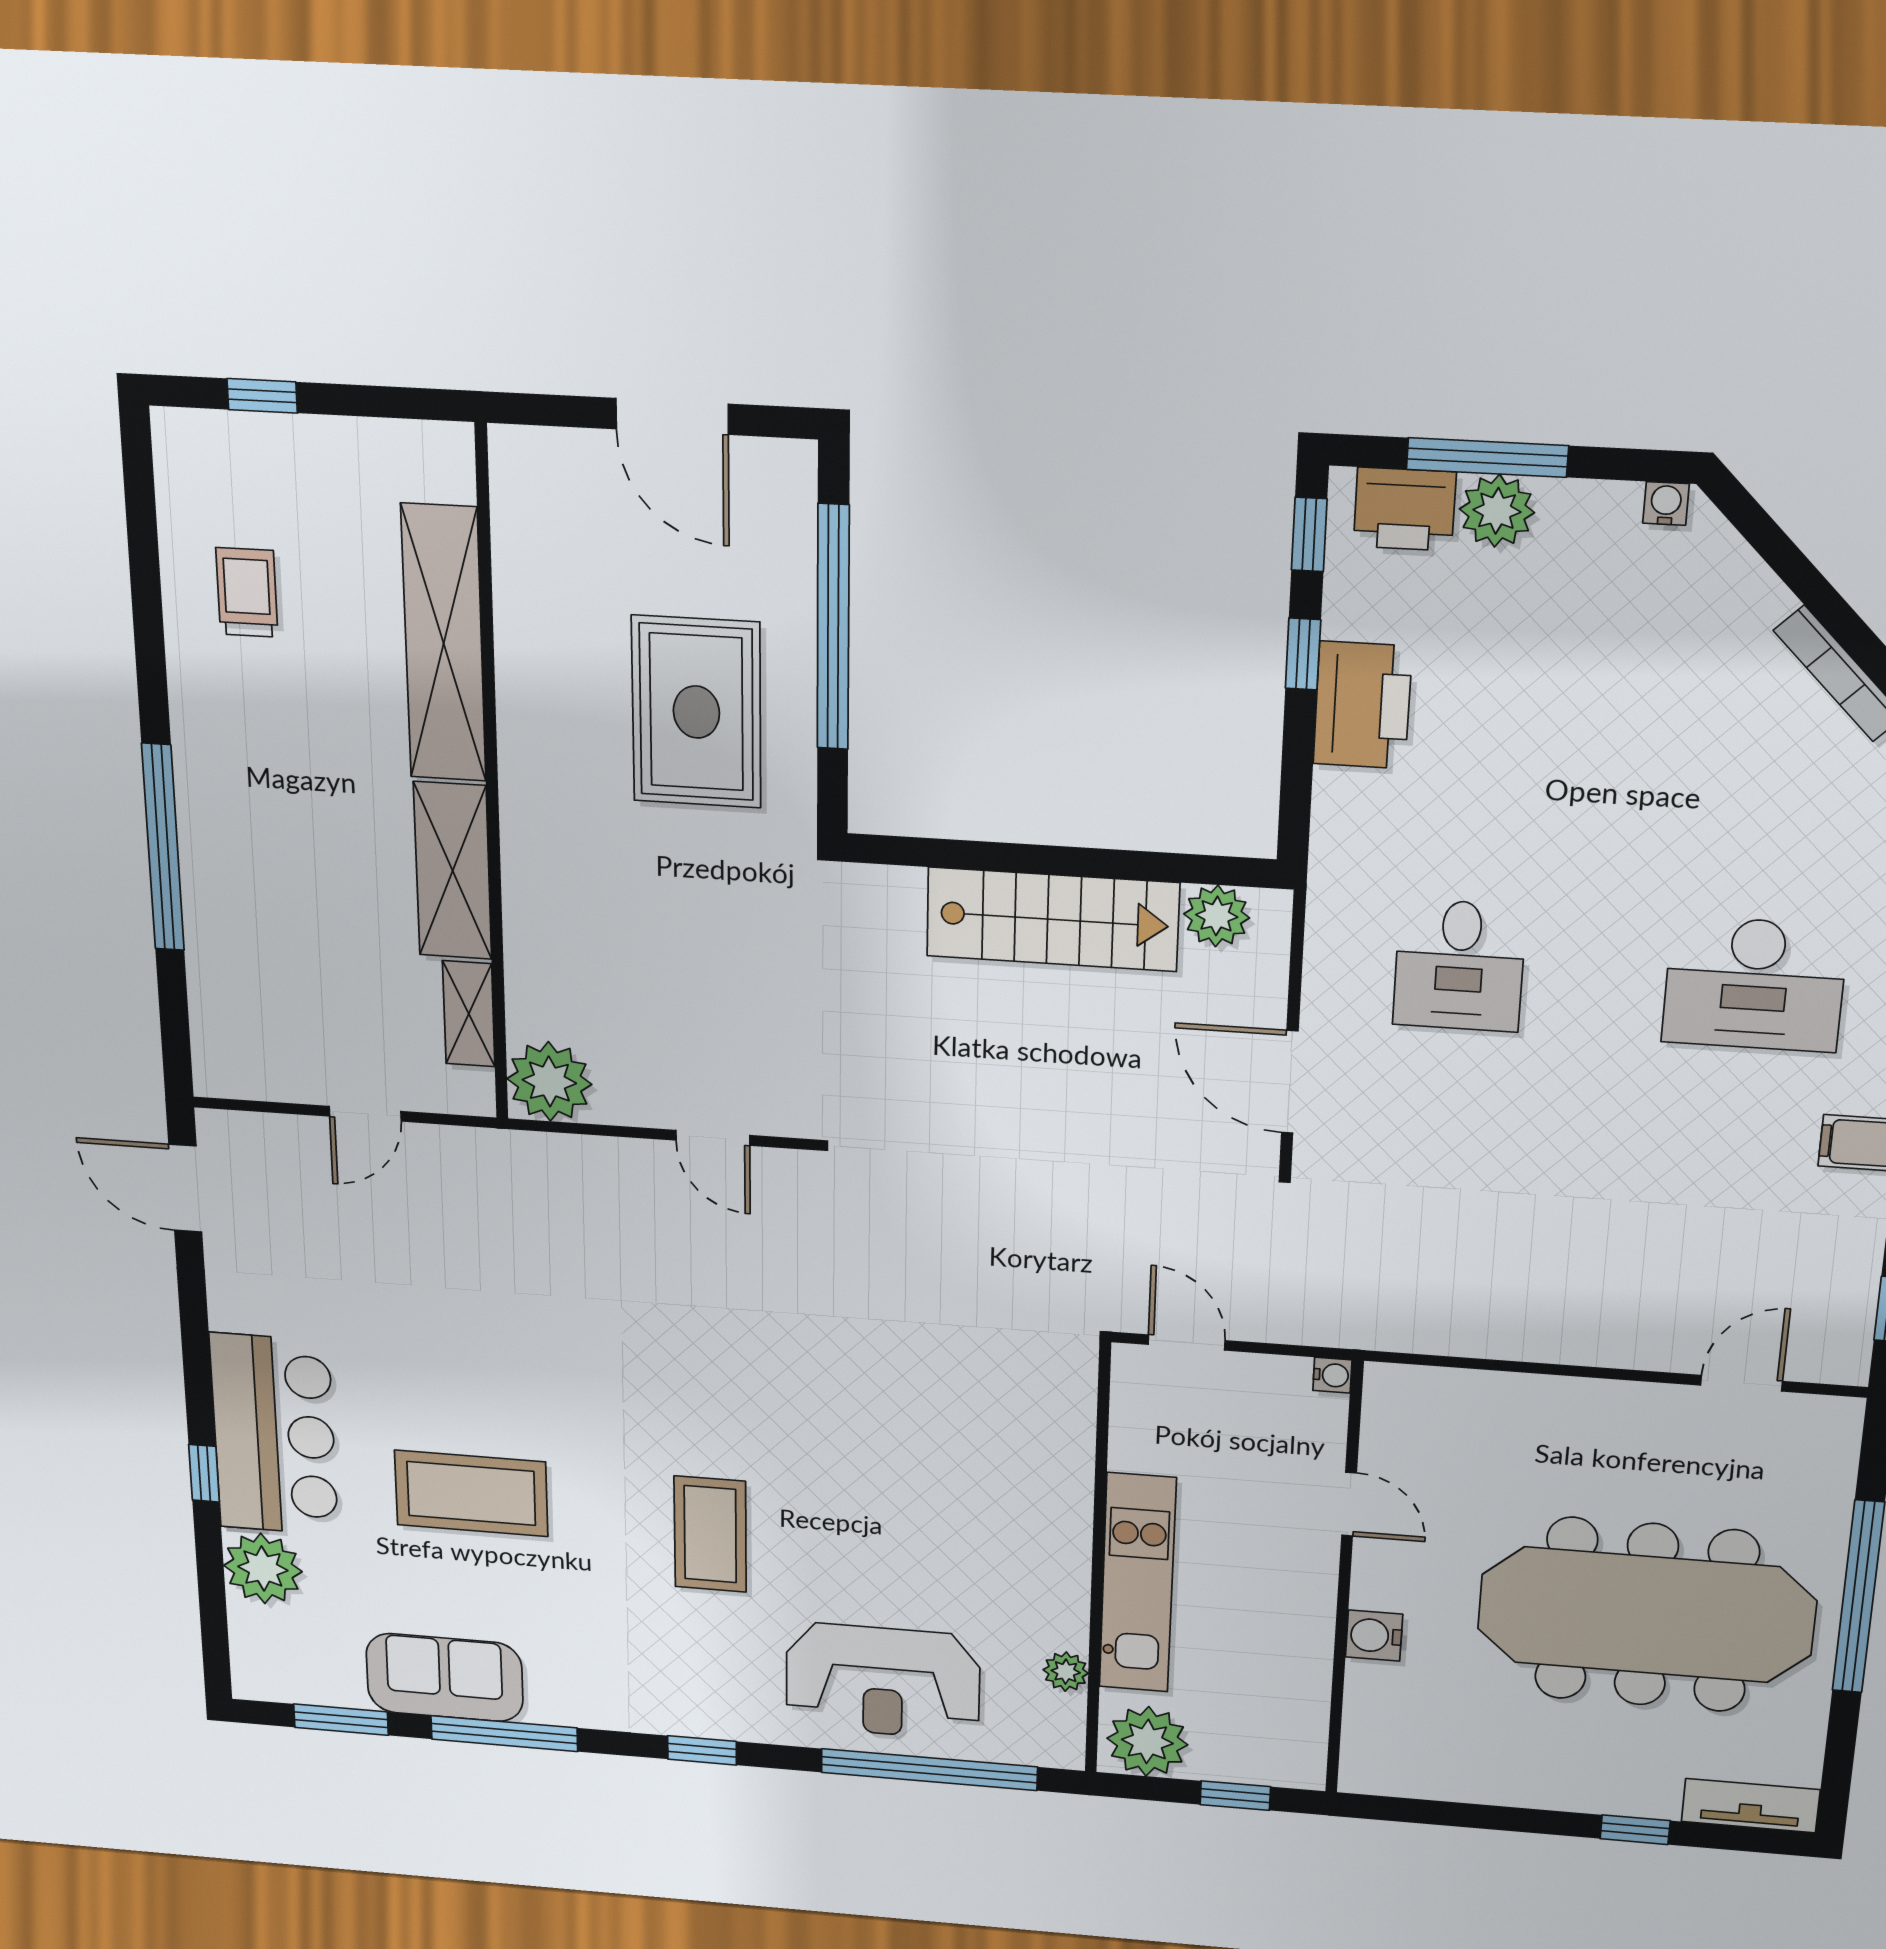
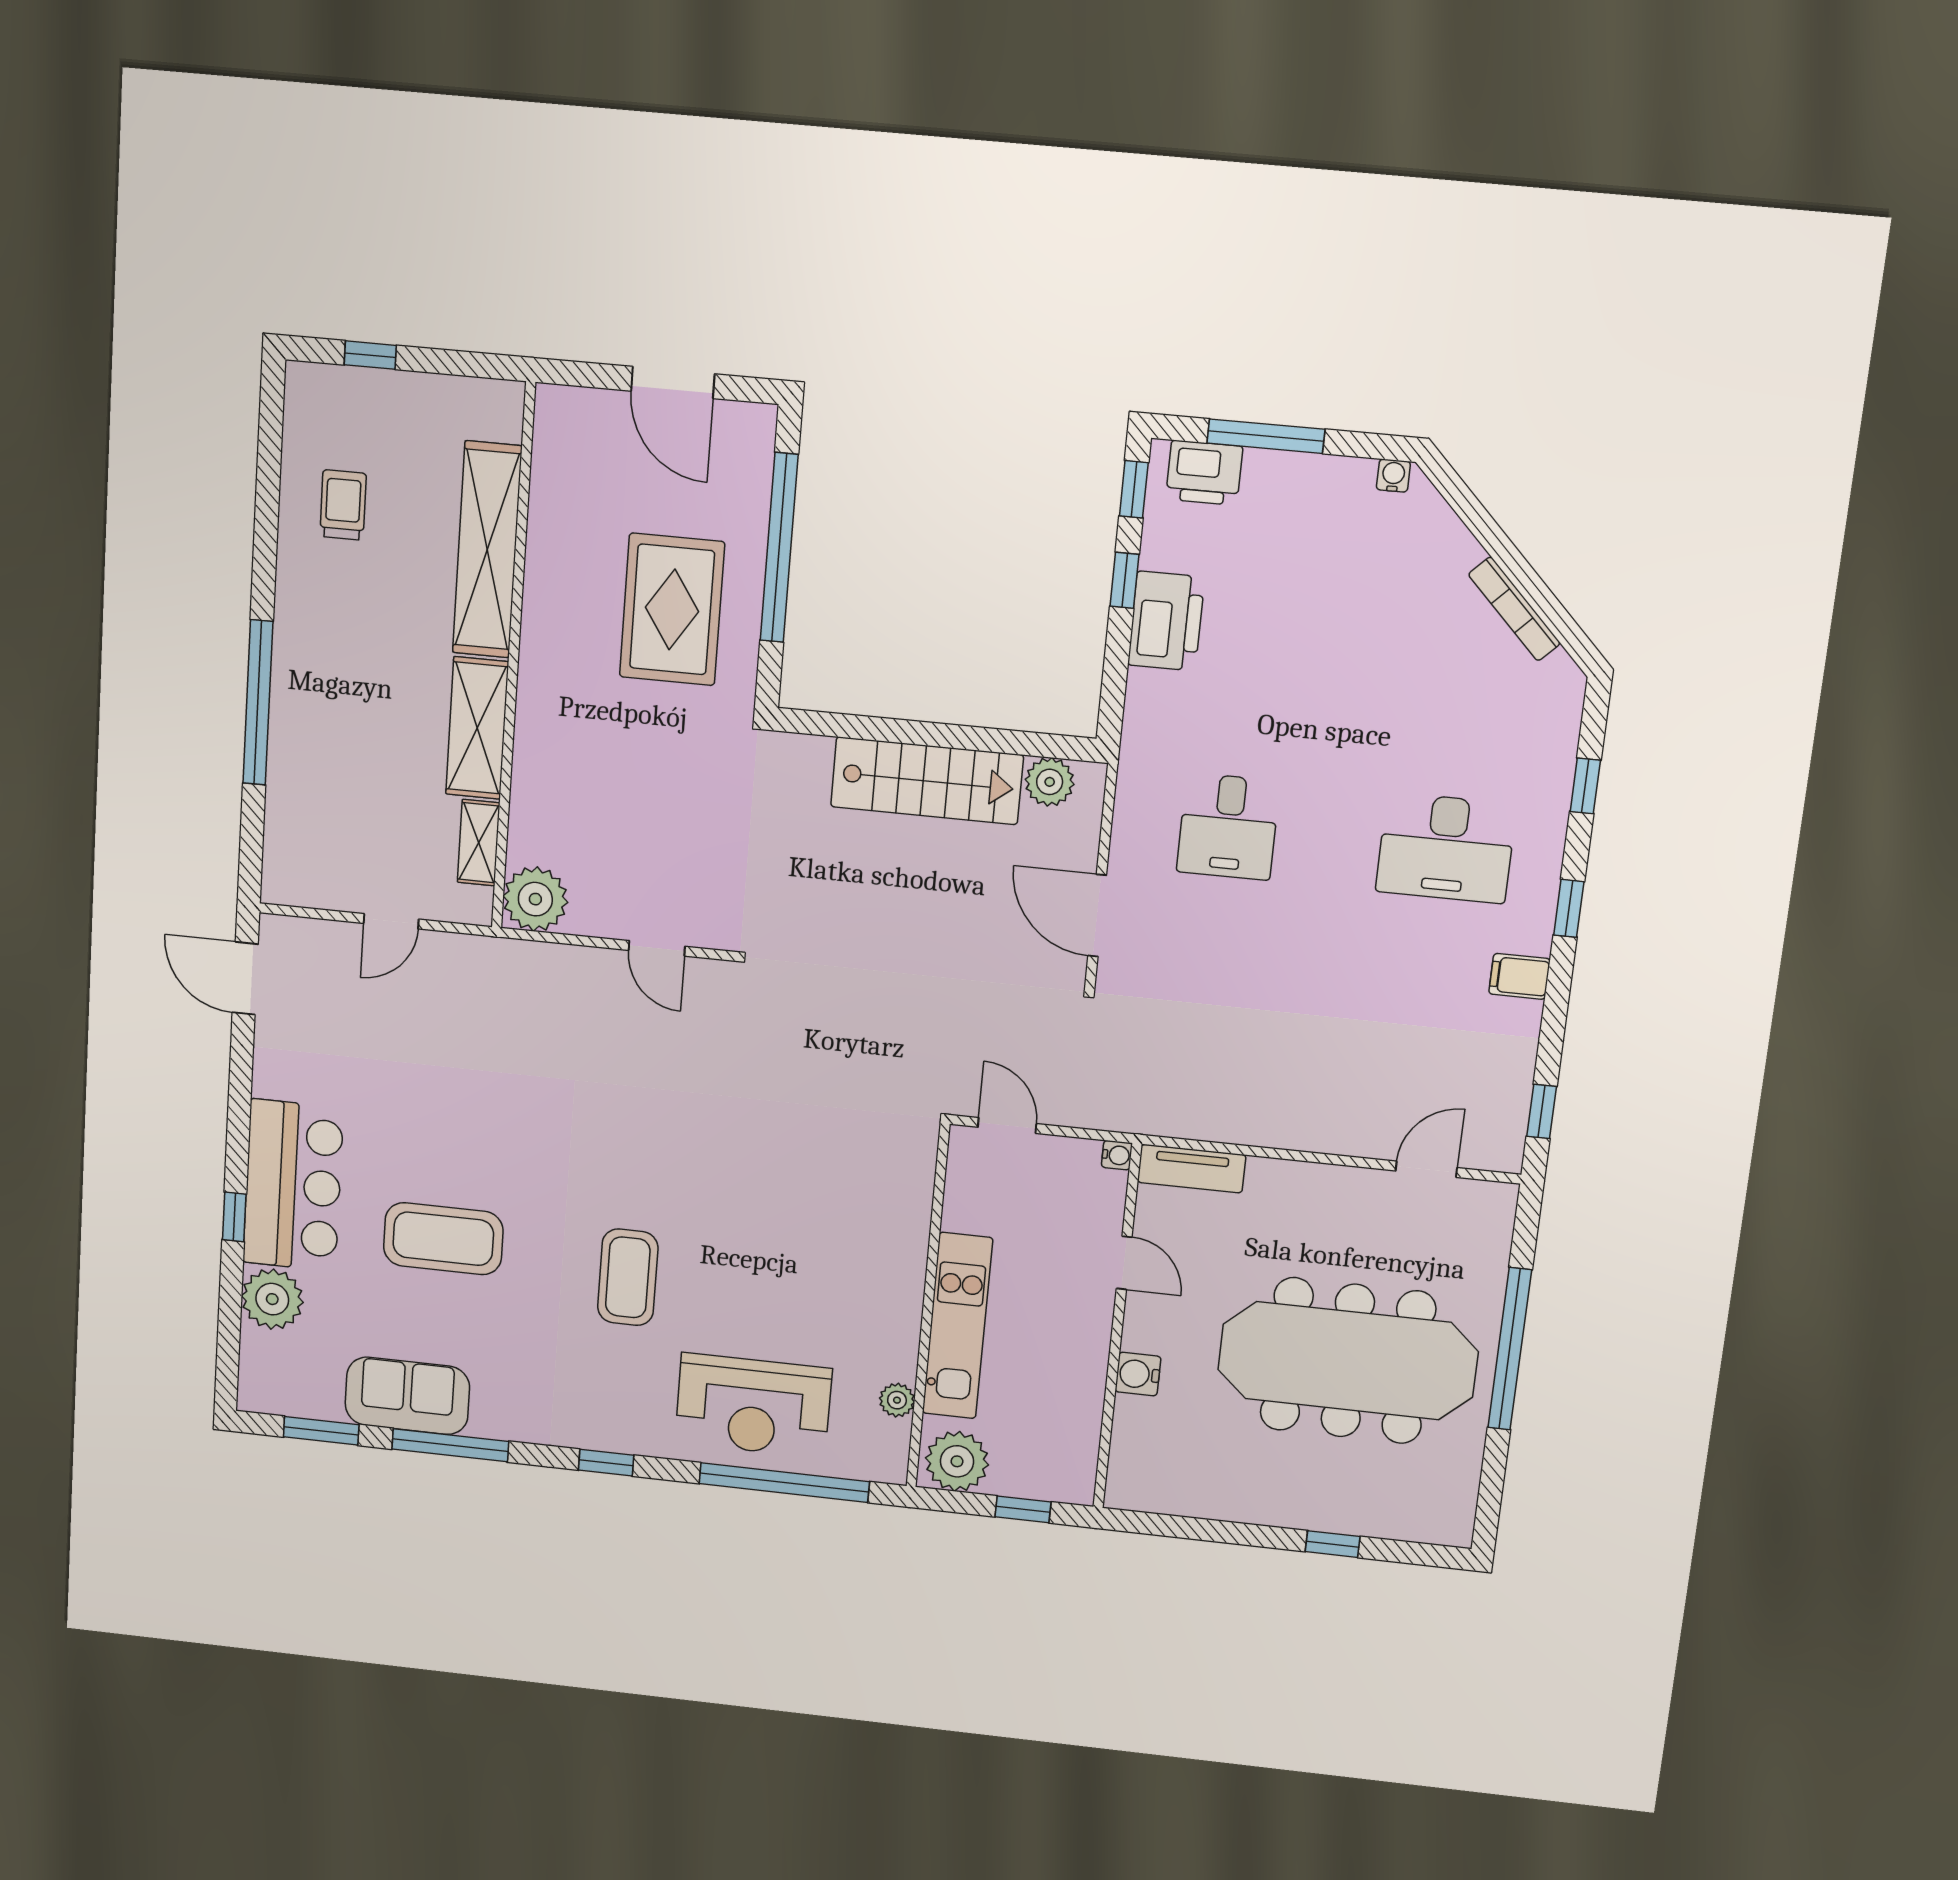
plant: (1497, 511) -> (1271, 477), removed
tv unit: (1751, 1806) -> (1192, 1169), moved, turned 180

